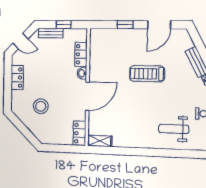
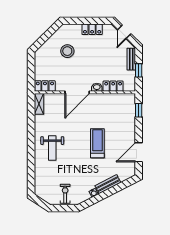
window: (125, 25) -> (139, 110), moved
door: (159, 25) -> (139, 152), hinge flipped
door: (87, 96) -> (77, 92), hinge flipped
weight bench: (174, 129) -> (52, 148), moved, turned 180

